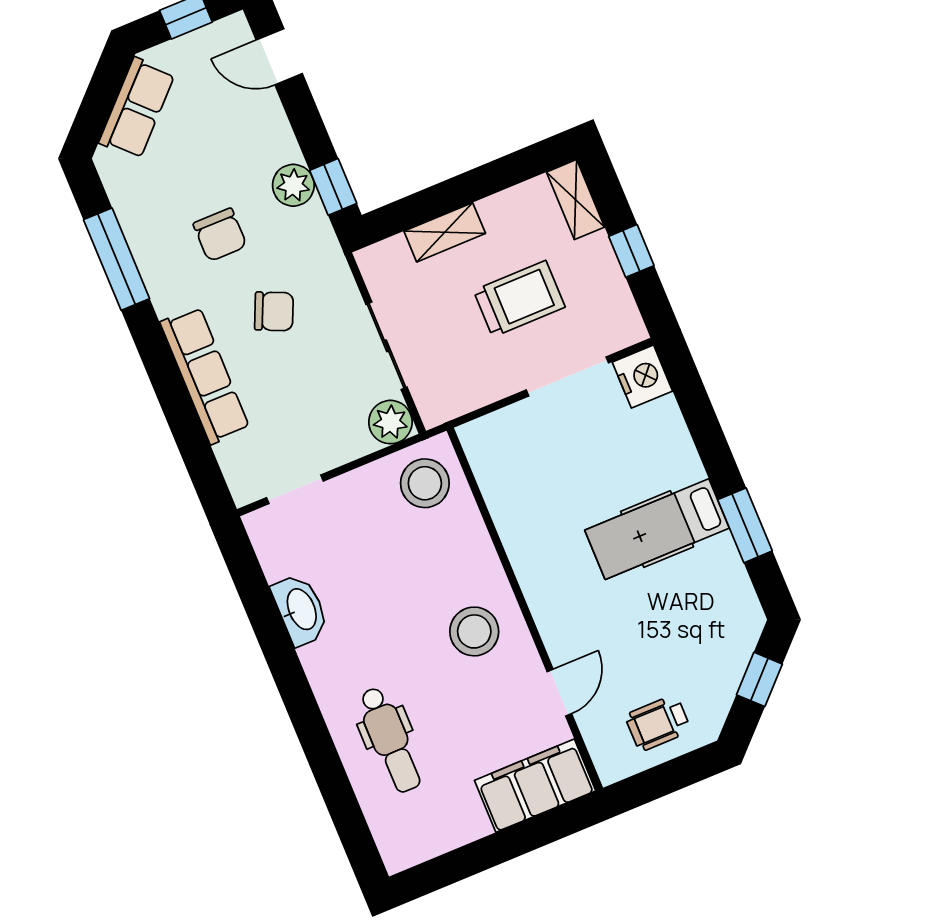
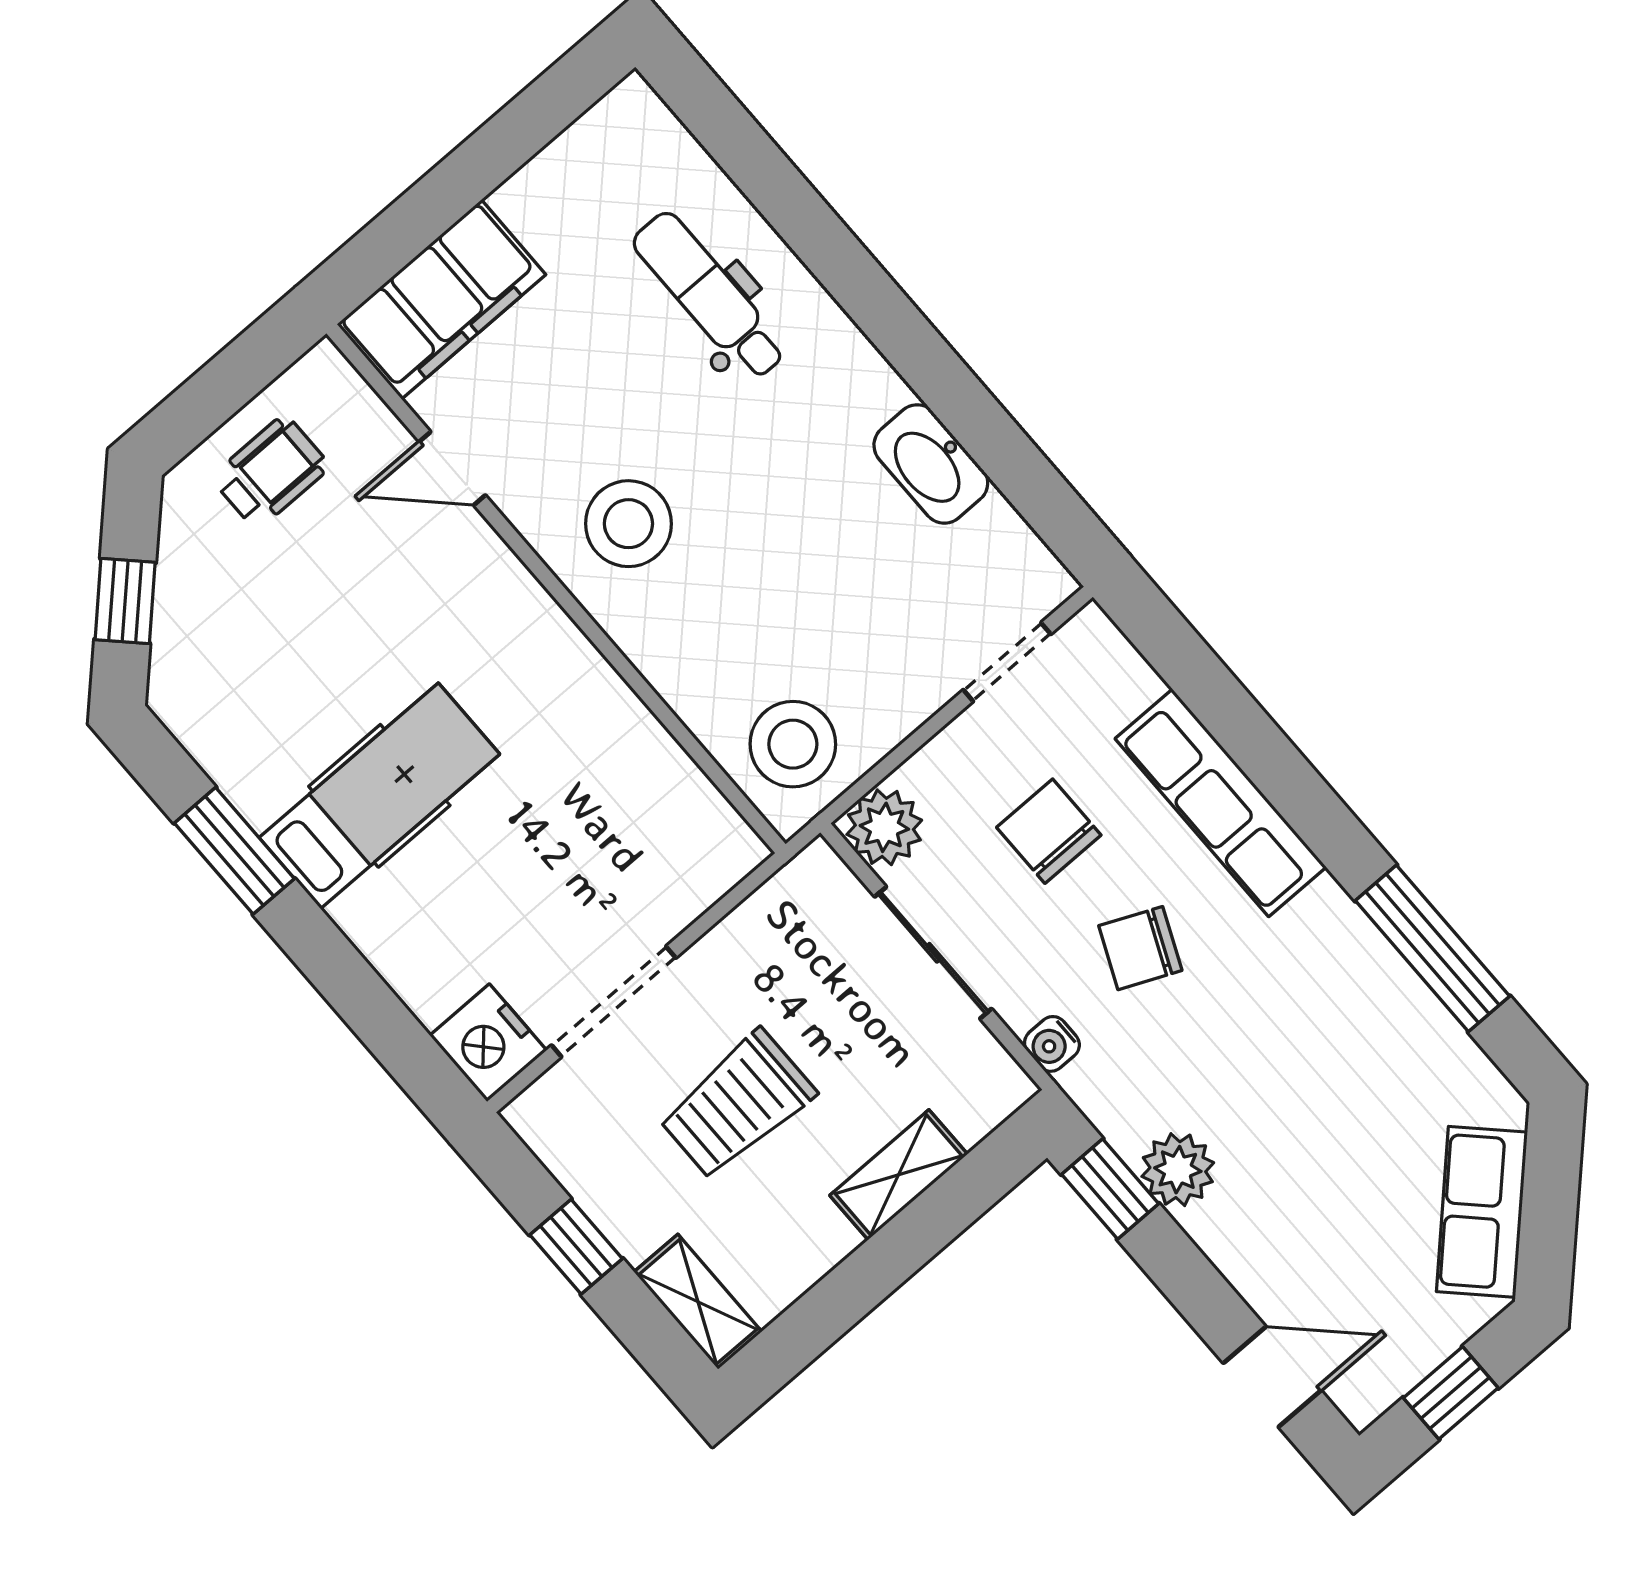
chair: (220, 235) -> (1049, 831), moved
water cooler: (339, 275) -> (1052, 1044), added
door: (559, 693) -> (452, 468), hinge flipped

